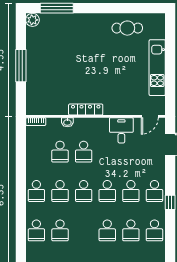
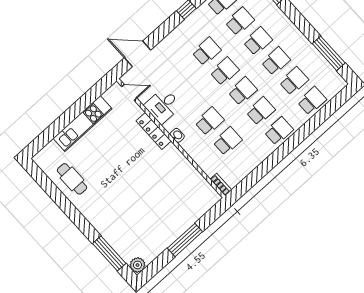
locker: (86, 110) -> (154, 131), moved
washbasin: (67, 122) -> (177, 135), moved
school desk: (154, 191) -> (276, 61), moved

